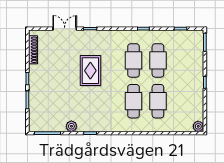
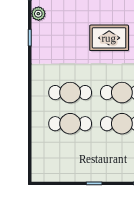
plant: (198, 126) -> (38, 175), removed

